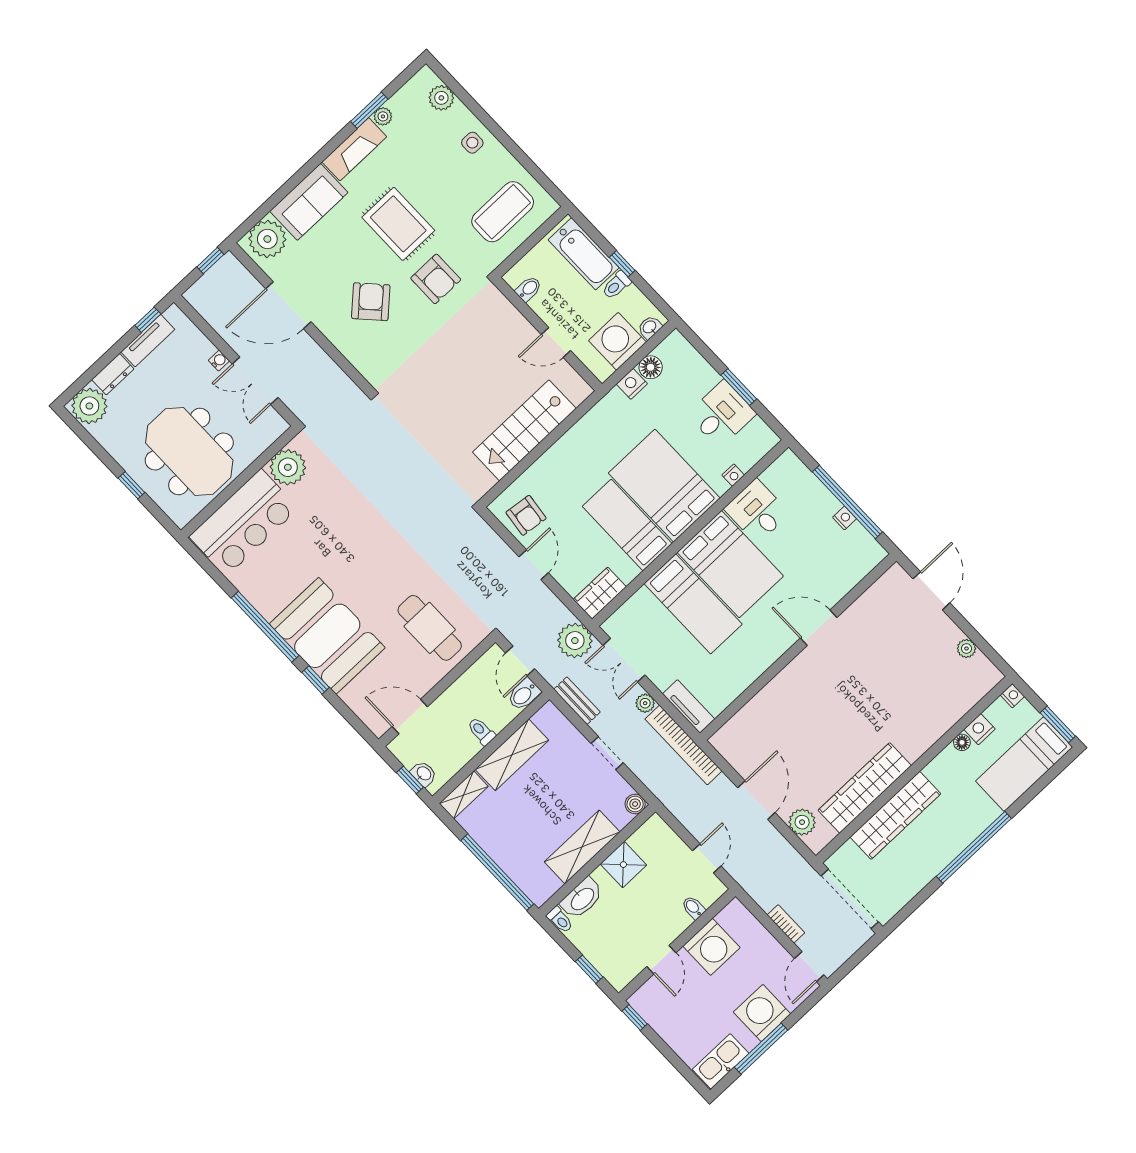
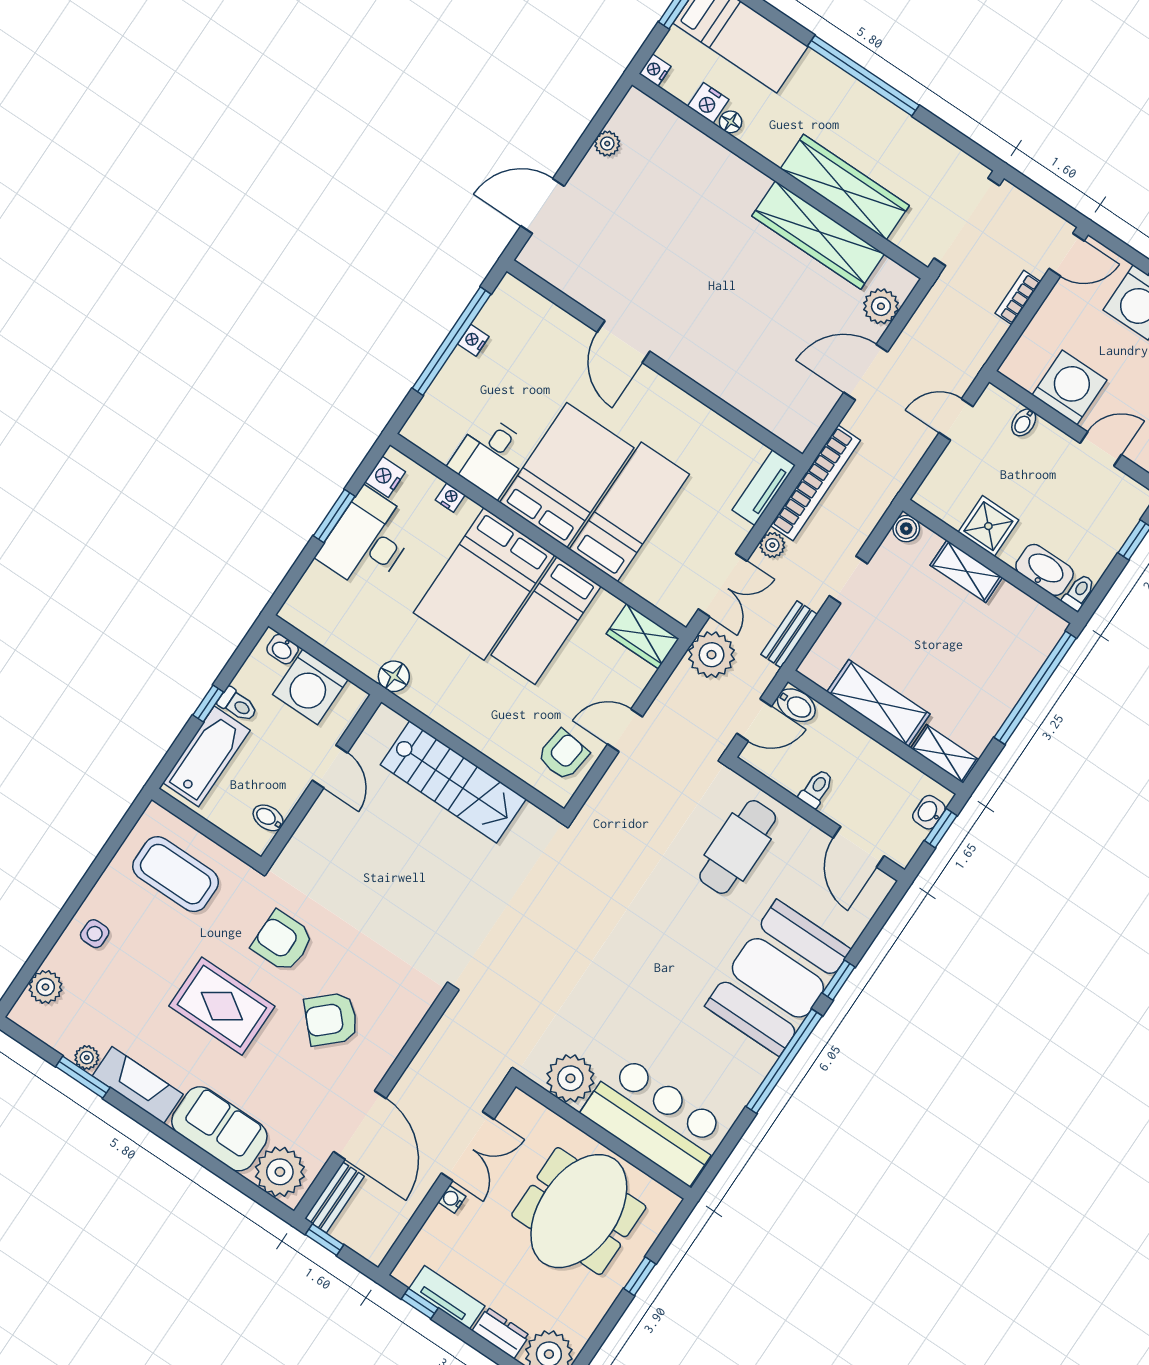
rug: (398, 224) -> (222, 1006), turned 90
bench: (240, 275) -> (334, 1197), added
armchair: (436, 279) -> (282, 941), turned -90
floor lamp: (651, 367) -> (394, 676), moved
nightstand: (632, 384) -> (385, 477), moved, turned 90
desk: (722, 414) -> (368, 540), width x1.37
toilet: (481, 731) -> (816, 789), moved, turned 180
shelving: (582, 847) -> (966, 571), width x0.67, depth x0.75

